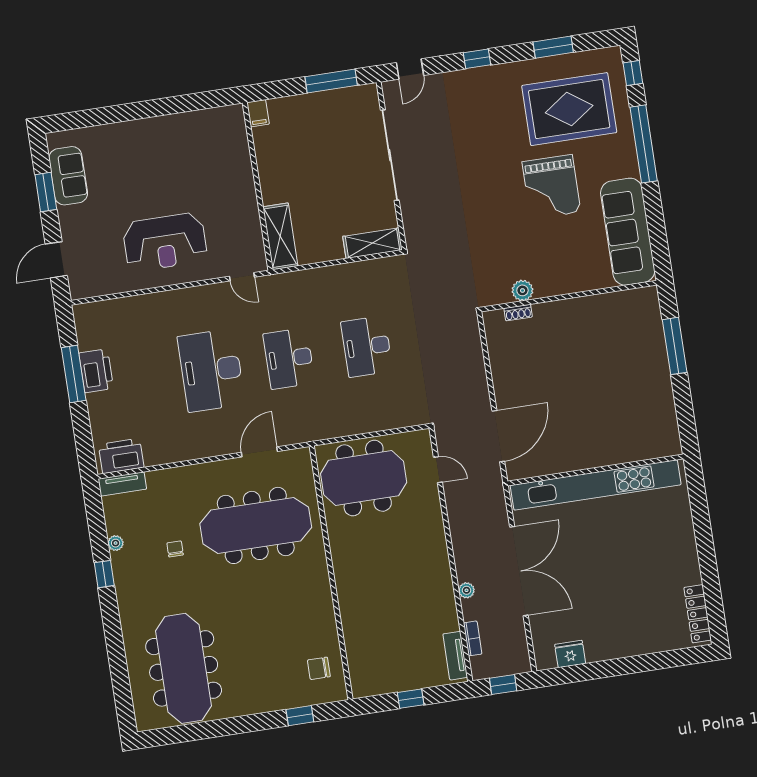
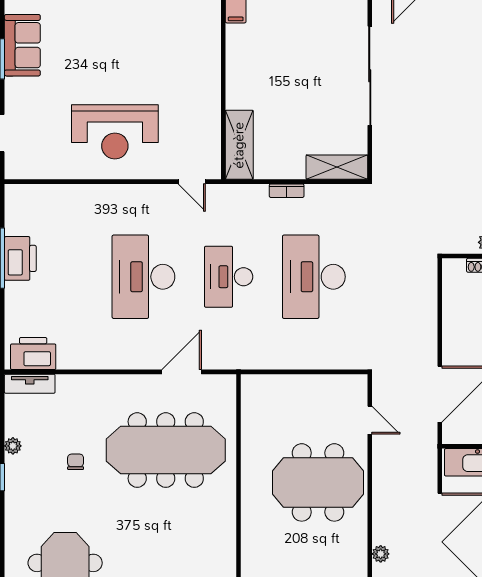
bookcase: (330, 272) -> (287, 191), added
desk: (367, 347) -> (314, 277), width x1.36, depth x1.30
meeting table: (364, 478) -> (318, 482), moved

